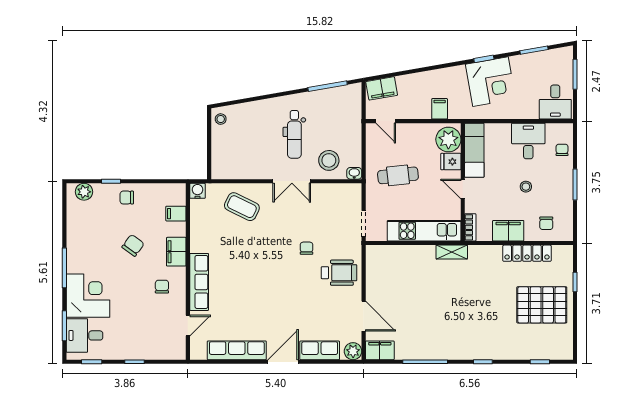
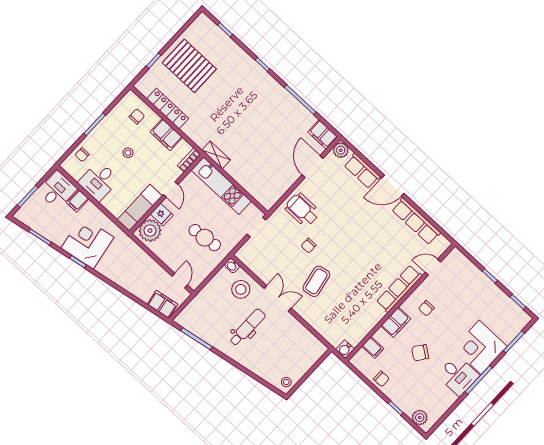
filing cabinet: (440, 109) -> (78, 201), moved
chair: (127, 198) -> (381, 379), moved
coffee table: (242, 207) -> (316, 281), moved, turned 53
desk: (85, 335) -> (458, 375), moved

